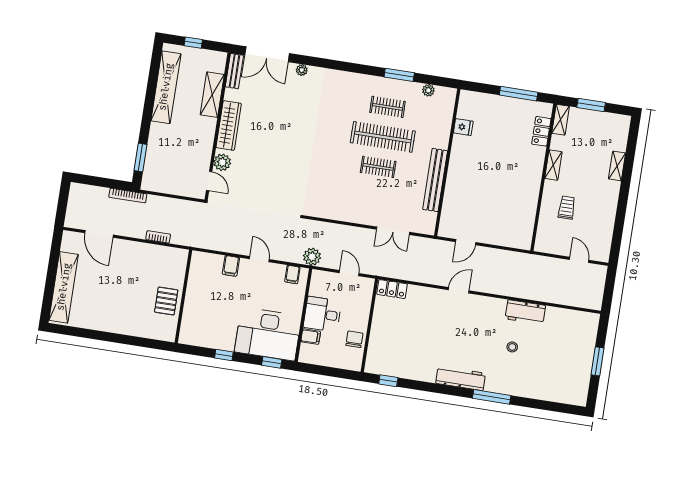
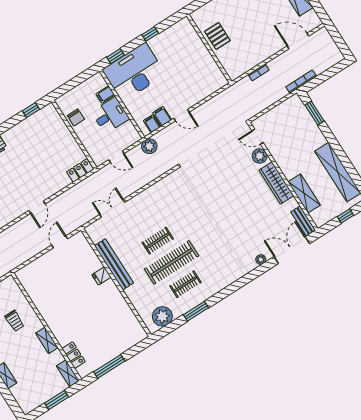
plant: (428, 90) -> (162, 316), width x1.87, depth x1.87
fridge: (463, 127) -> (102, 276), moved
filing cabinet: (231, 266) -> (162, 116), moved

